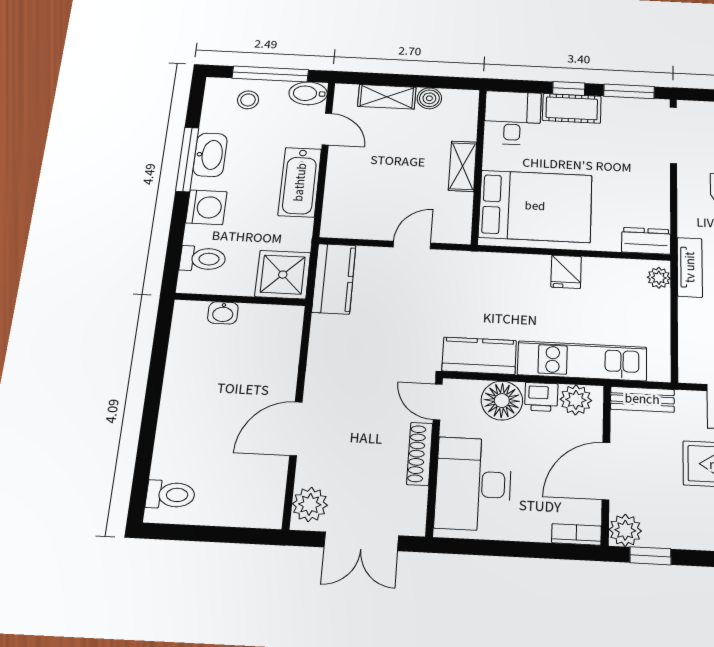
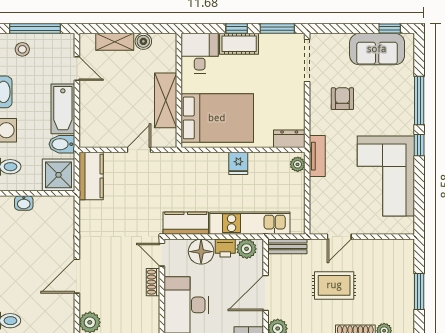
bidet: (308, 93) -> (62, 144), moved
shelving: (463, 166) -> (166, 100), width x1.50, depth x1.33
shoe rack: (420, 454) -> (153, 282), width x0.70

